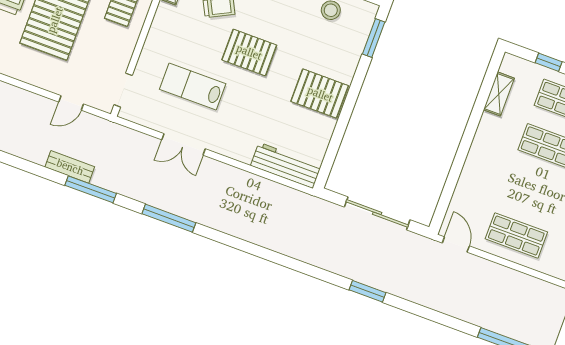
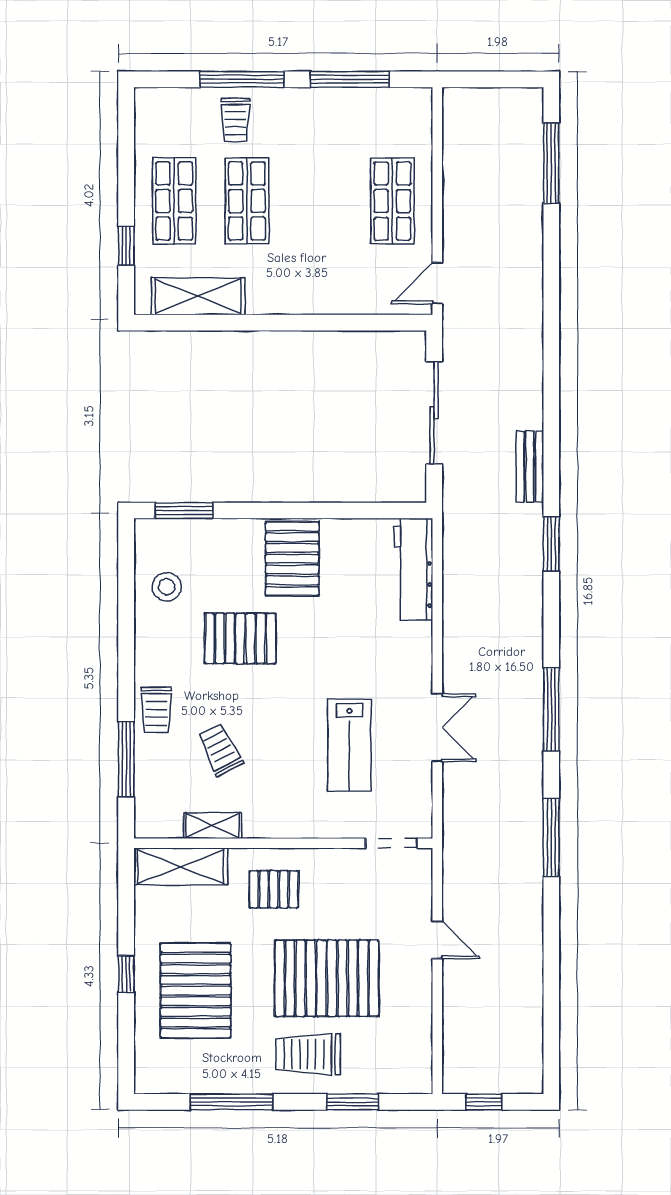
pallet: (249, 52) -> (240, 638), moved, turned 90
shelving: (499, 94) -> (198, 296), width x1.50, depth x1.33
door: (71, 103) -> (437, 940), moved
bench: (70, 167) -> (530, 467), moved
window: (368, 291) -> (551, 544), moved

